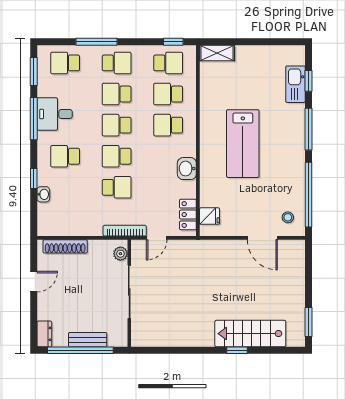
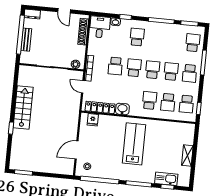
shelving: (217, 53) -> (187, 155), moved
school desk: (168, 94) -> (168, 102), turned 180
desk: (55, 114) -> (100, 27), moved
lab bench: (243, 144) -> (134, 144), turned 90
locker: (188, 215) -> (100, 107), width x1.53
stairs: (250, 334) -> (23, 108), moved

